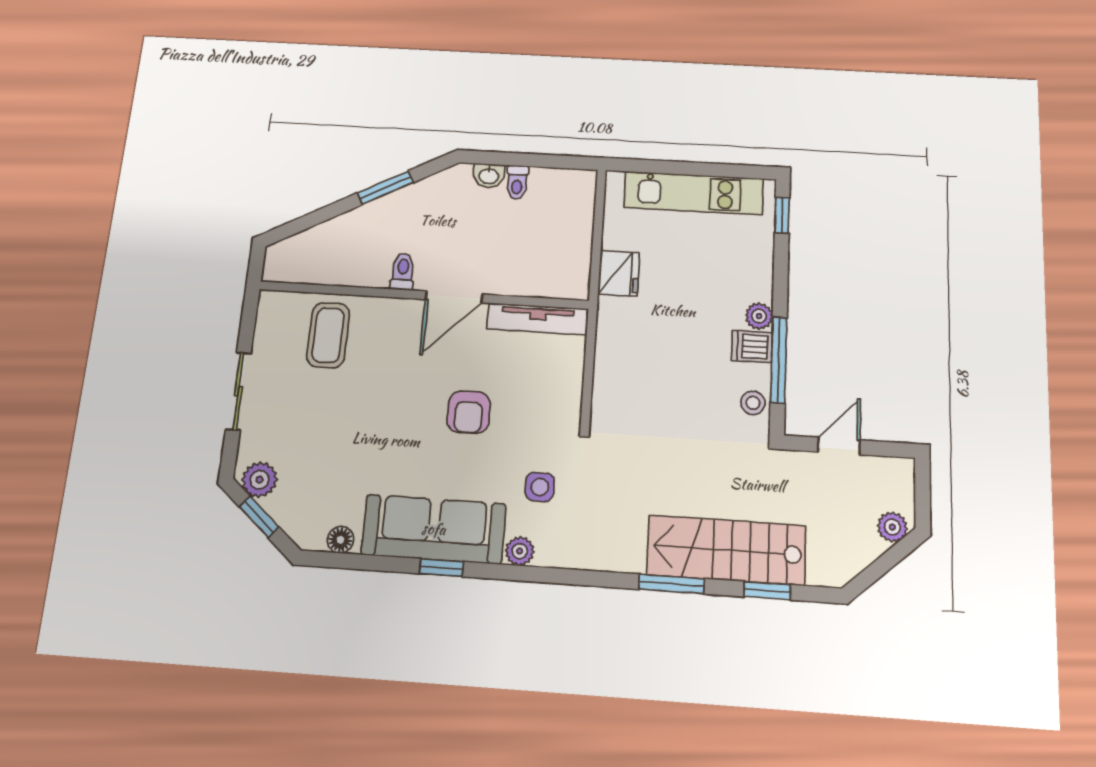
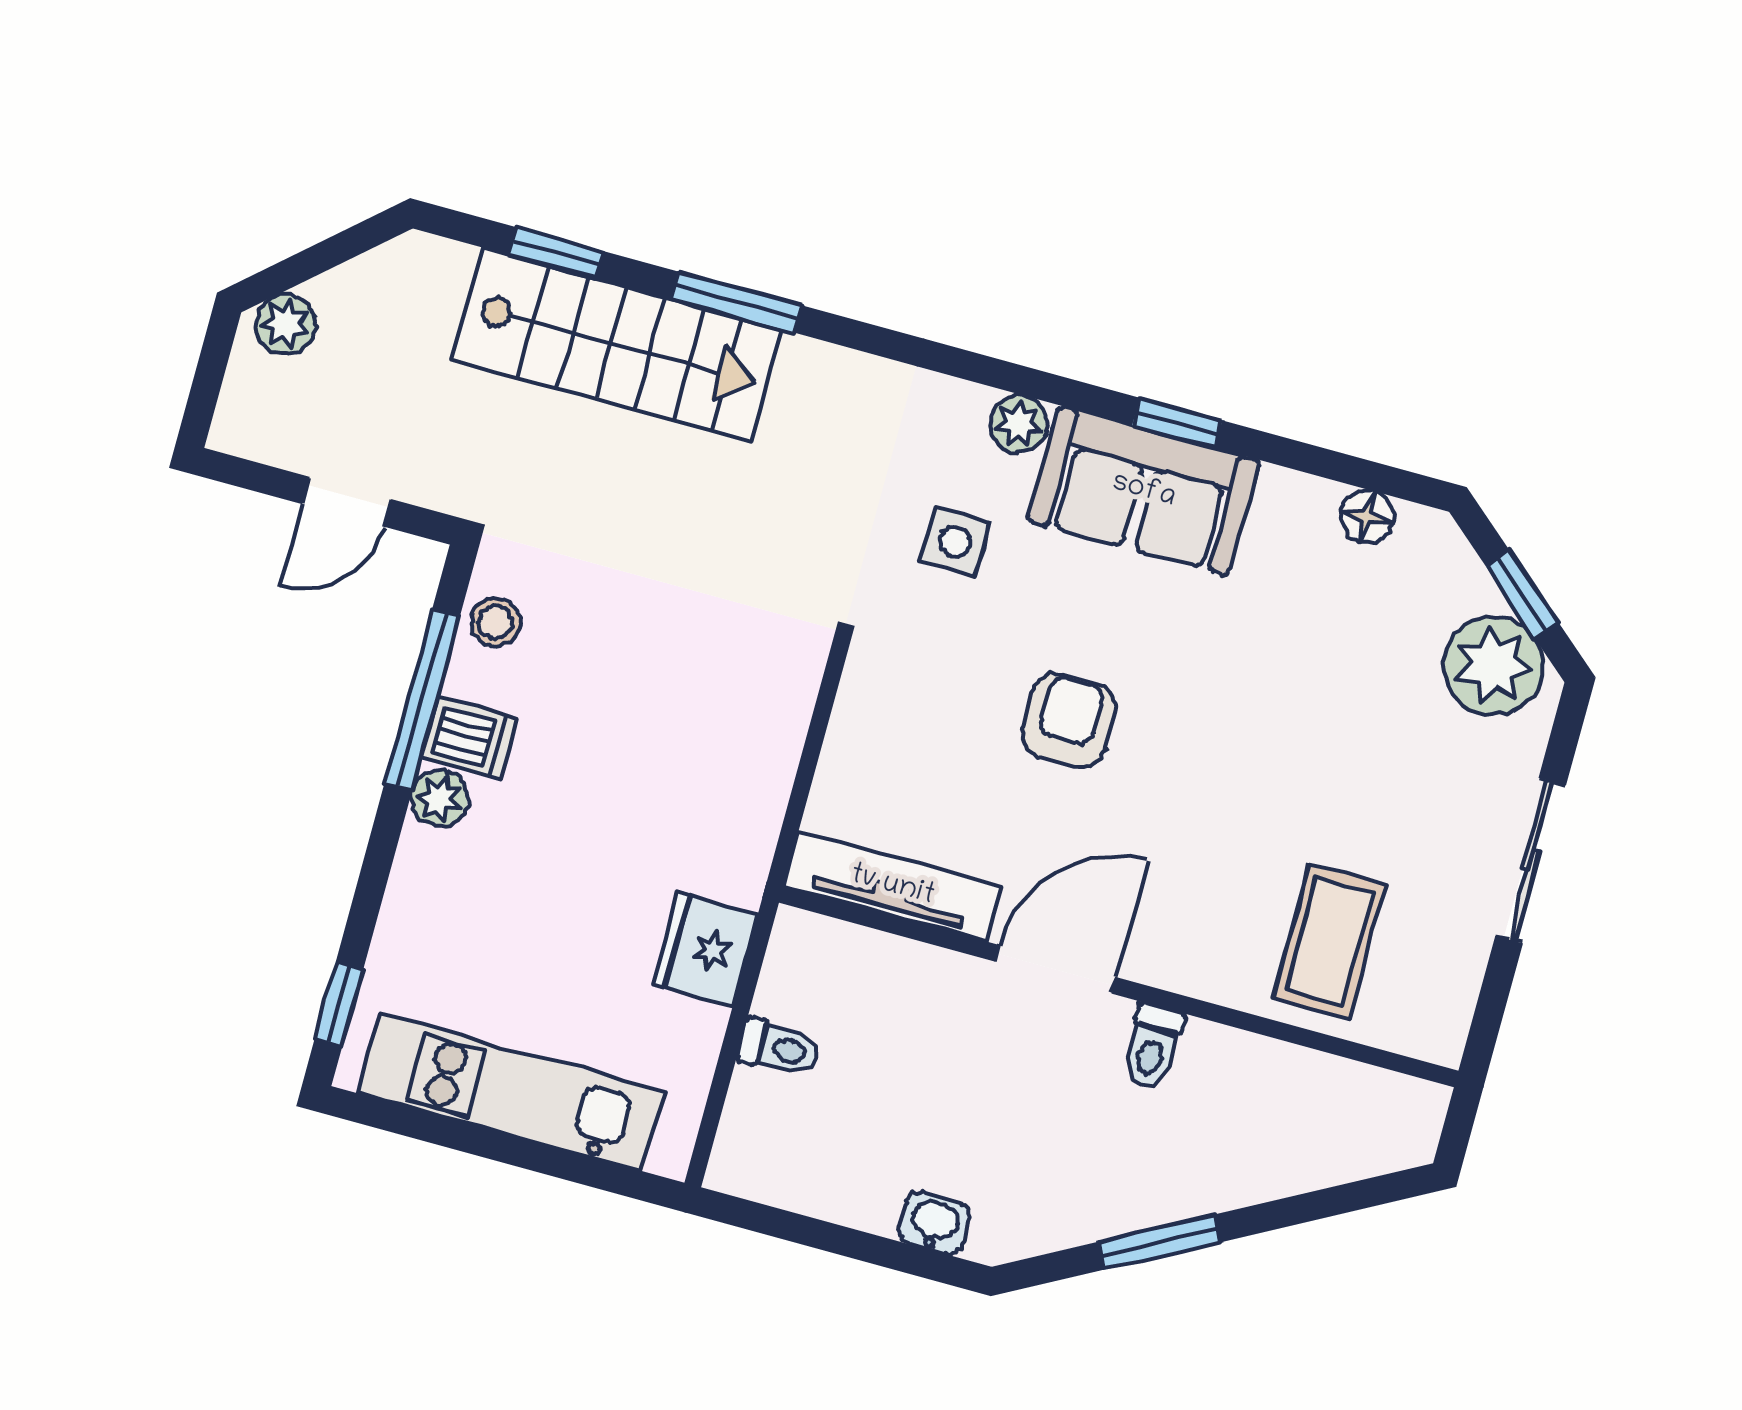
toilet: (517, 182) -> (779, 1048), moved, turned 90
plant: (260, 480) -> (1493, 665), width x1.36, depth x1.36
sofa: (434, 529) -> (1144, 491), width x0.73

